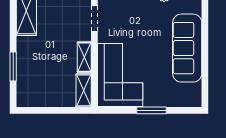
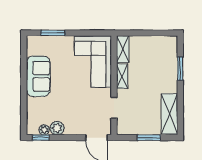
sofa: (187, 48) -> (38, 76), width x0.73
window: (151, 110) -> (53, 33), moved

